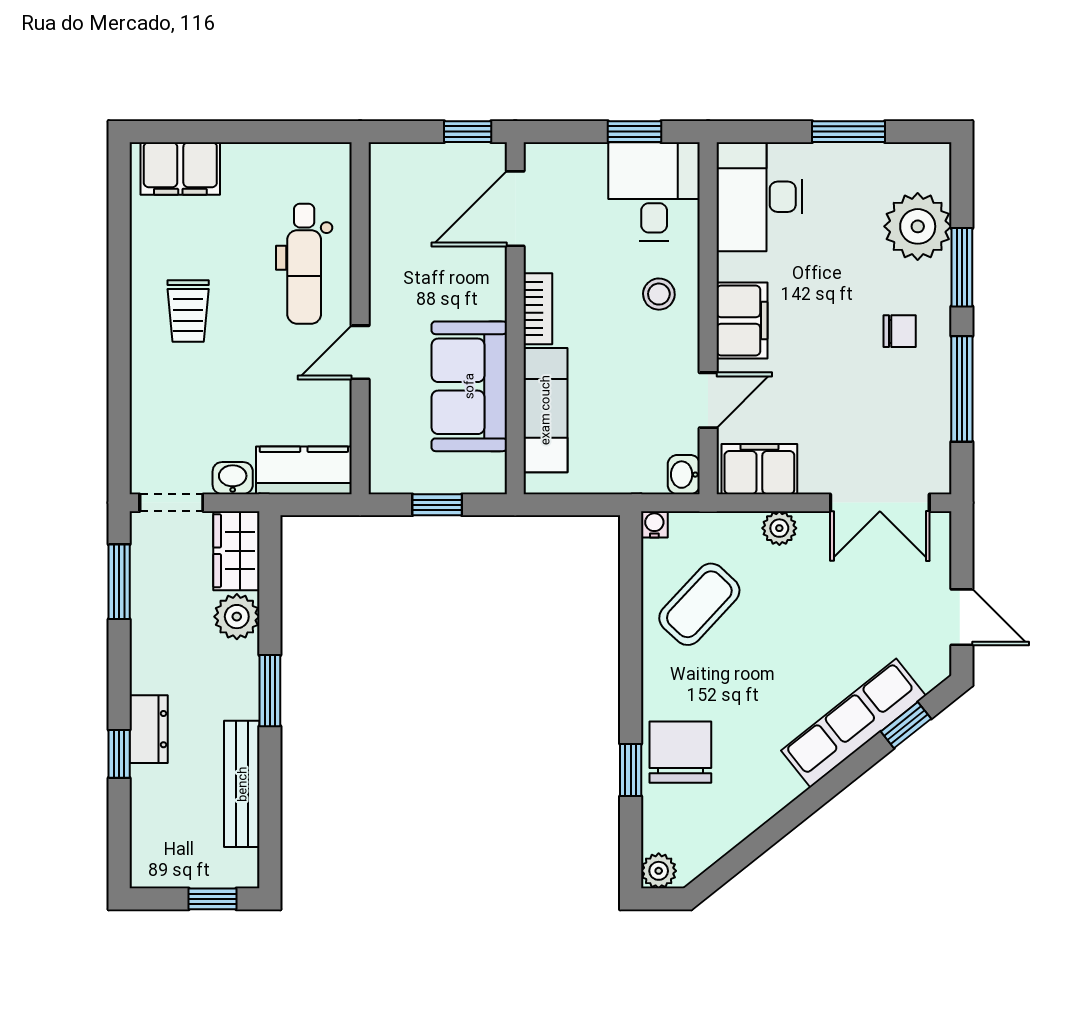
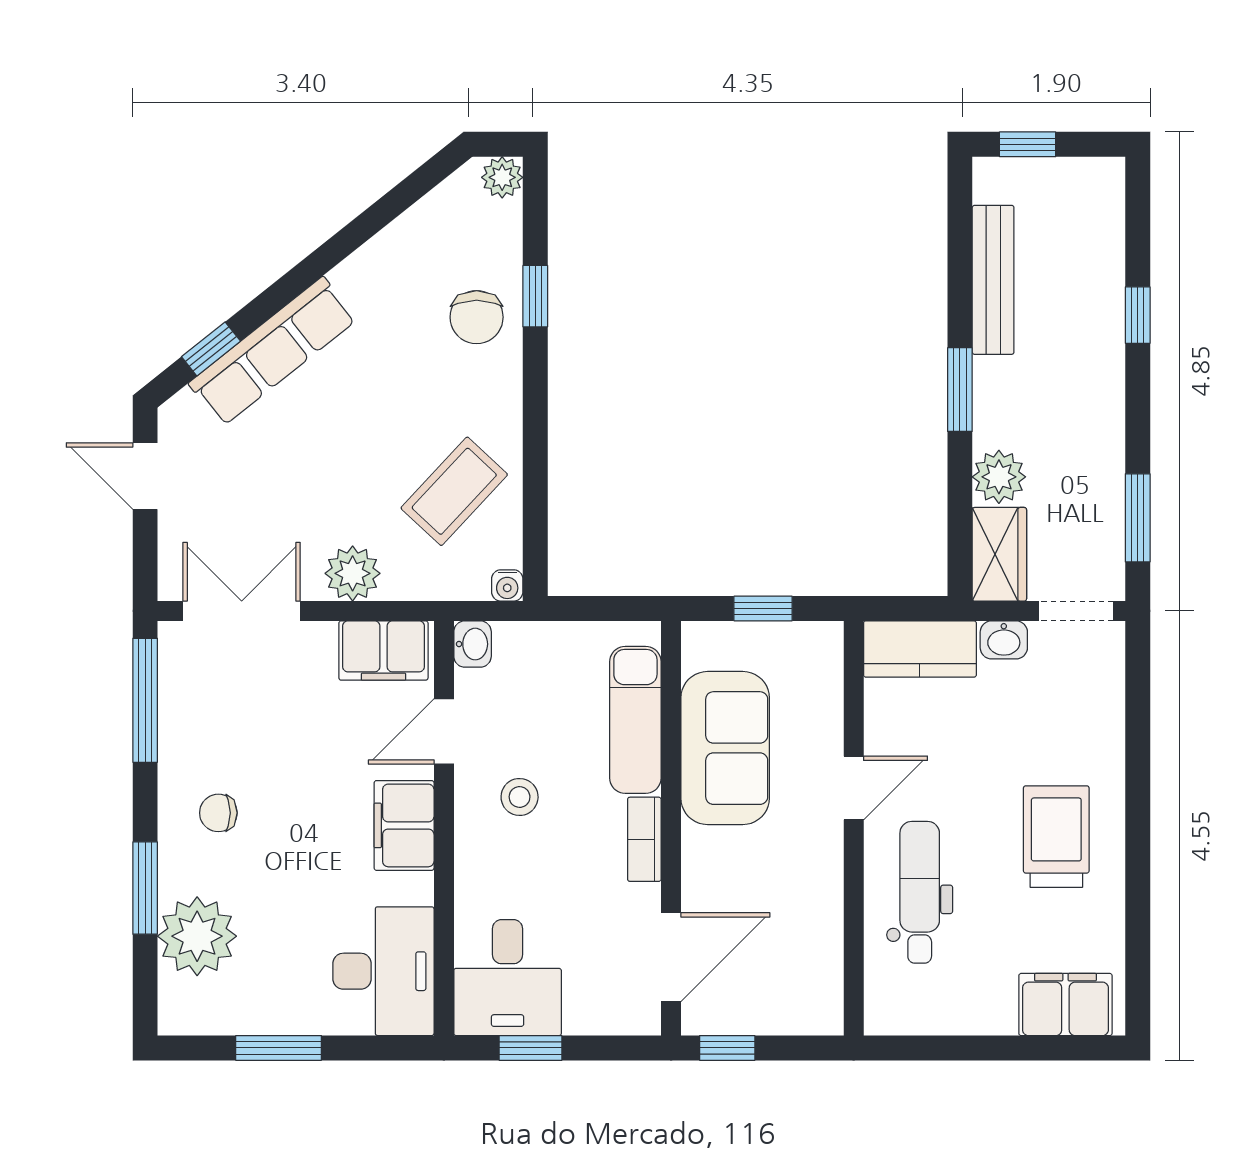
stool: (659, 294) -> (520, 797), moved
trolley: (188, 311) -> (1056, 837), width x1.36, depth x1.39
window: (962, 389) -> (145, 700), moved
plant: (779, 528) -> (353, 573), width x1.38, depth x1.38
dresser: (149, 729) -> (1103, 344), removed
chair: (680, 752) -> (477, 317), width x0.73, depth x0.73

